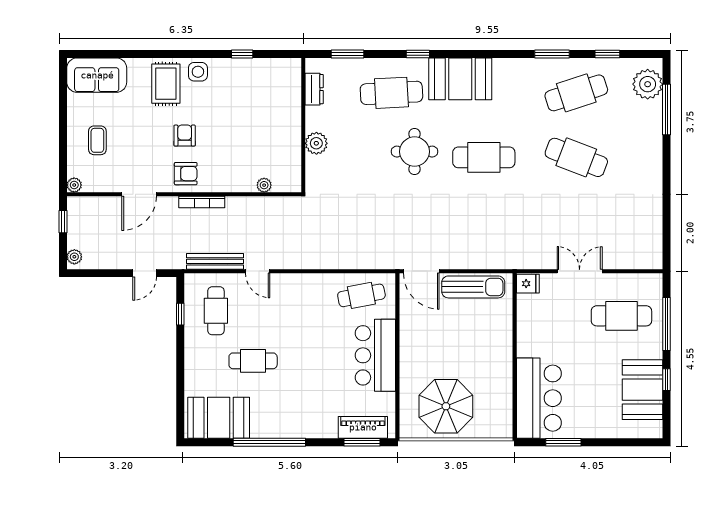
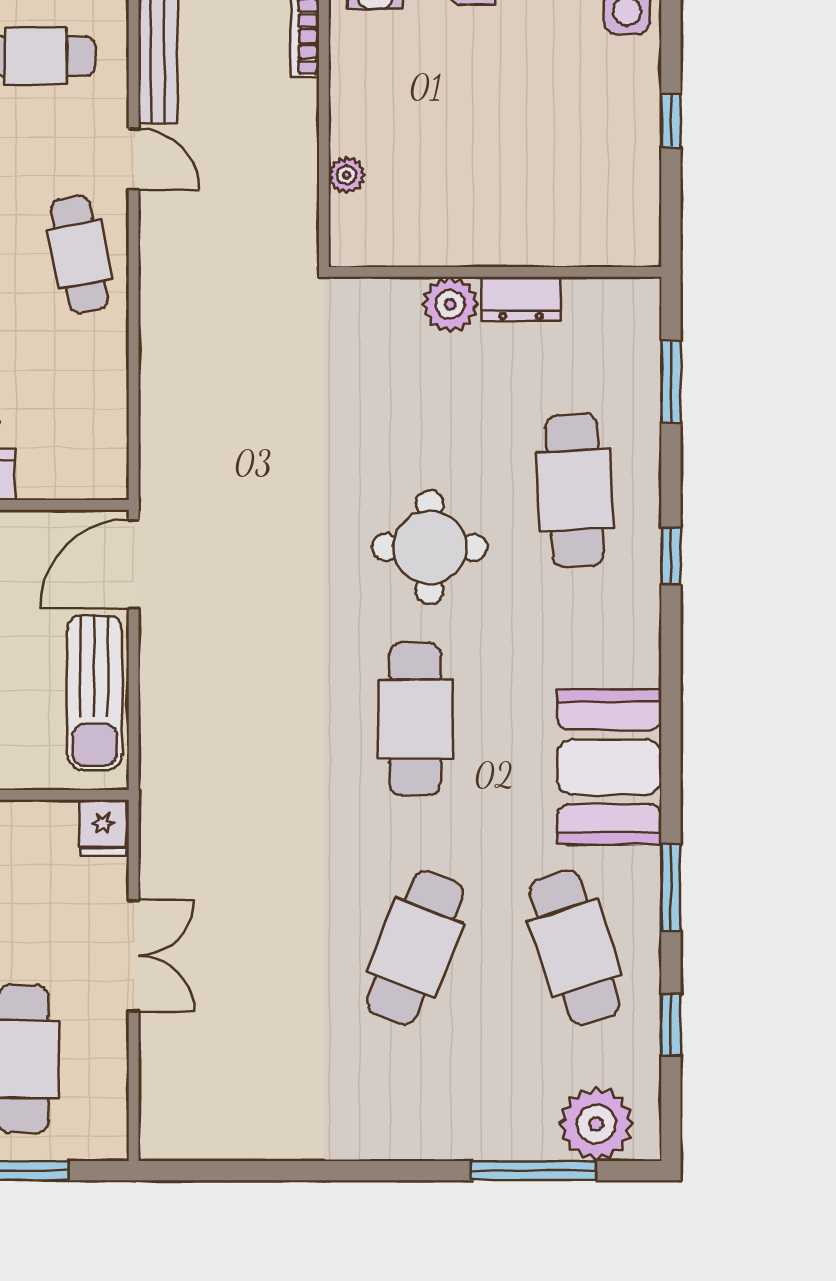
booth: (460, 79) -> (609, 767), moved
dresser: (314, 89) -> (521, 299), moved
door: (258, 271) -> (134, 159), swing flipped
cafe table: (361, 295) -> (80, 254), moved

